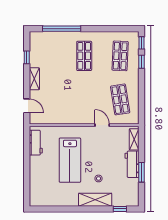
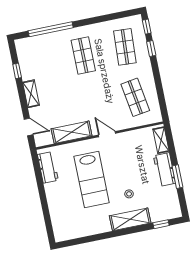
shelving: (61, 118) -> (72, 132), added
door: (102, 125) -> (107, 134), moved

